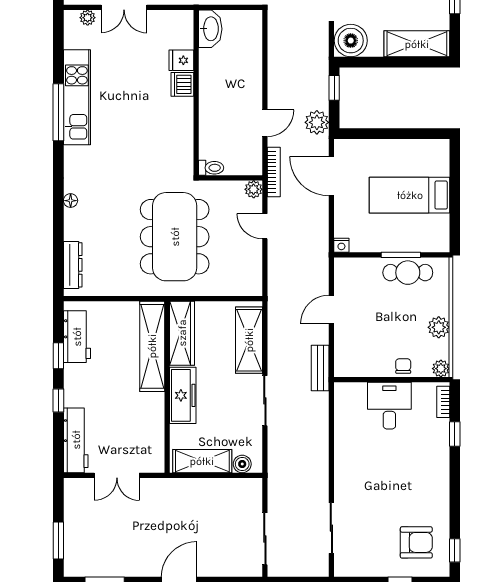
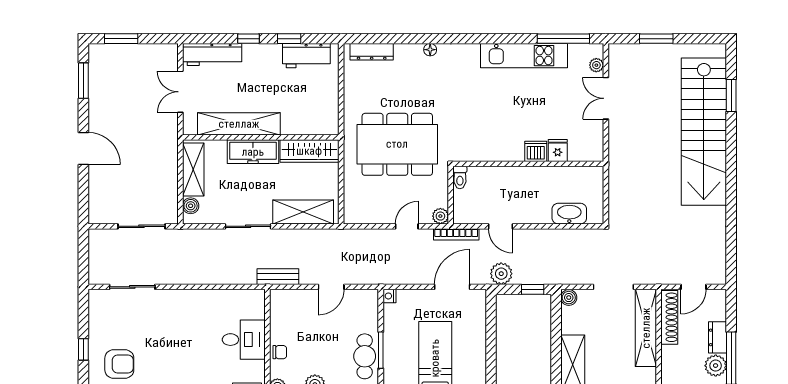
washbasin: (210, 29) -> (569, 214), moved, turned 180
boiler: (351, 41) -> (569, 298), width x0.54, depth x0.54
window: (58, 112) -> (563, 39), moved
door: (331, 309) -> (331, 287), swing flipped
shelving: (152, 346) -> (239, 124), moved
sliding door: (265, 539) -> (142, 226), moved
armchair: (416, 542) -> (119, 364), turned -90

